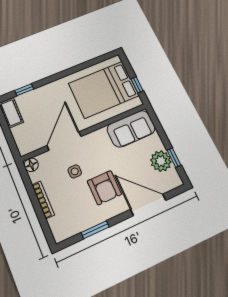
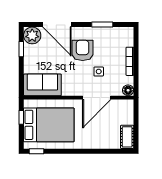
window: (24, 90) -> (37, 151), moved
plant: (161, 161) -> (32, 35), moved

